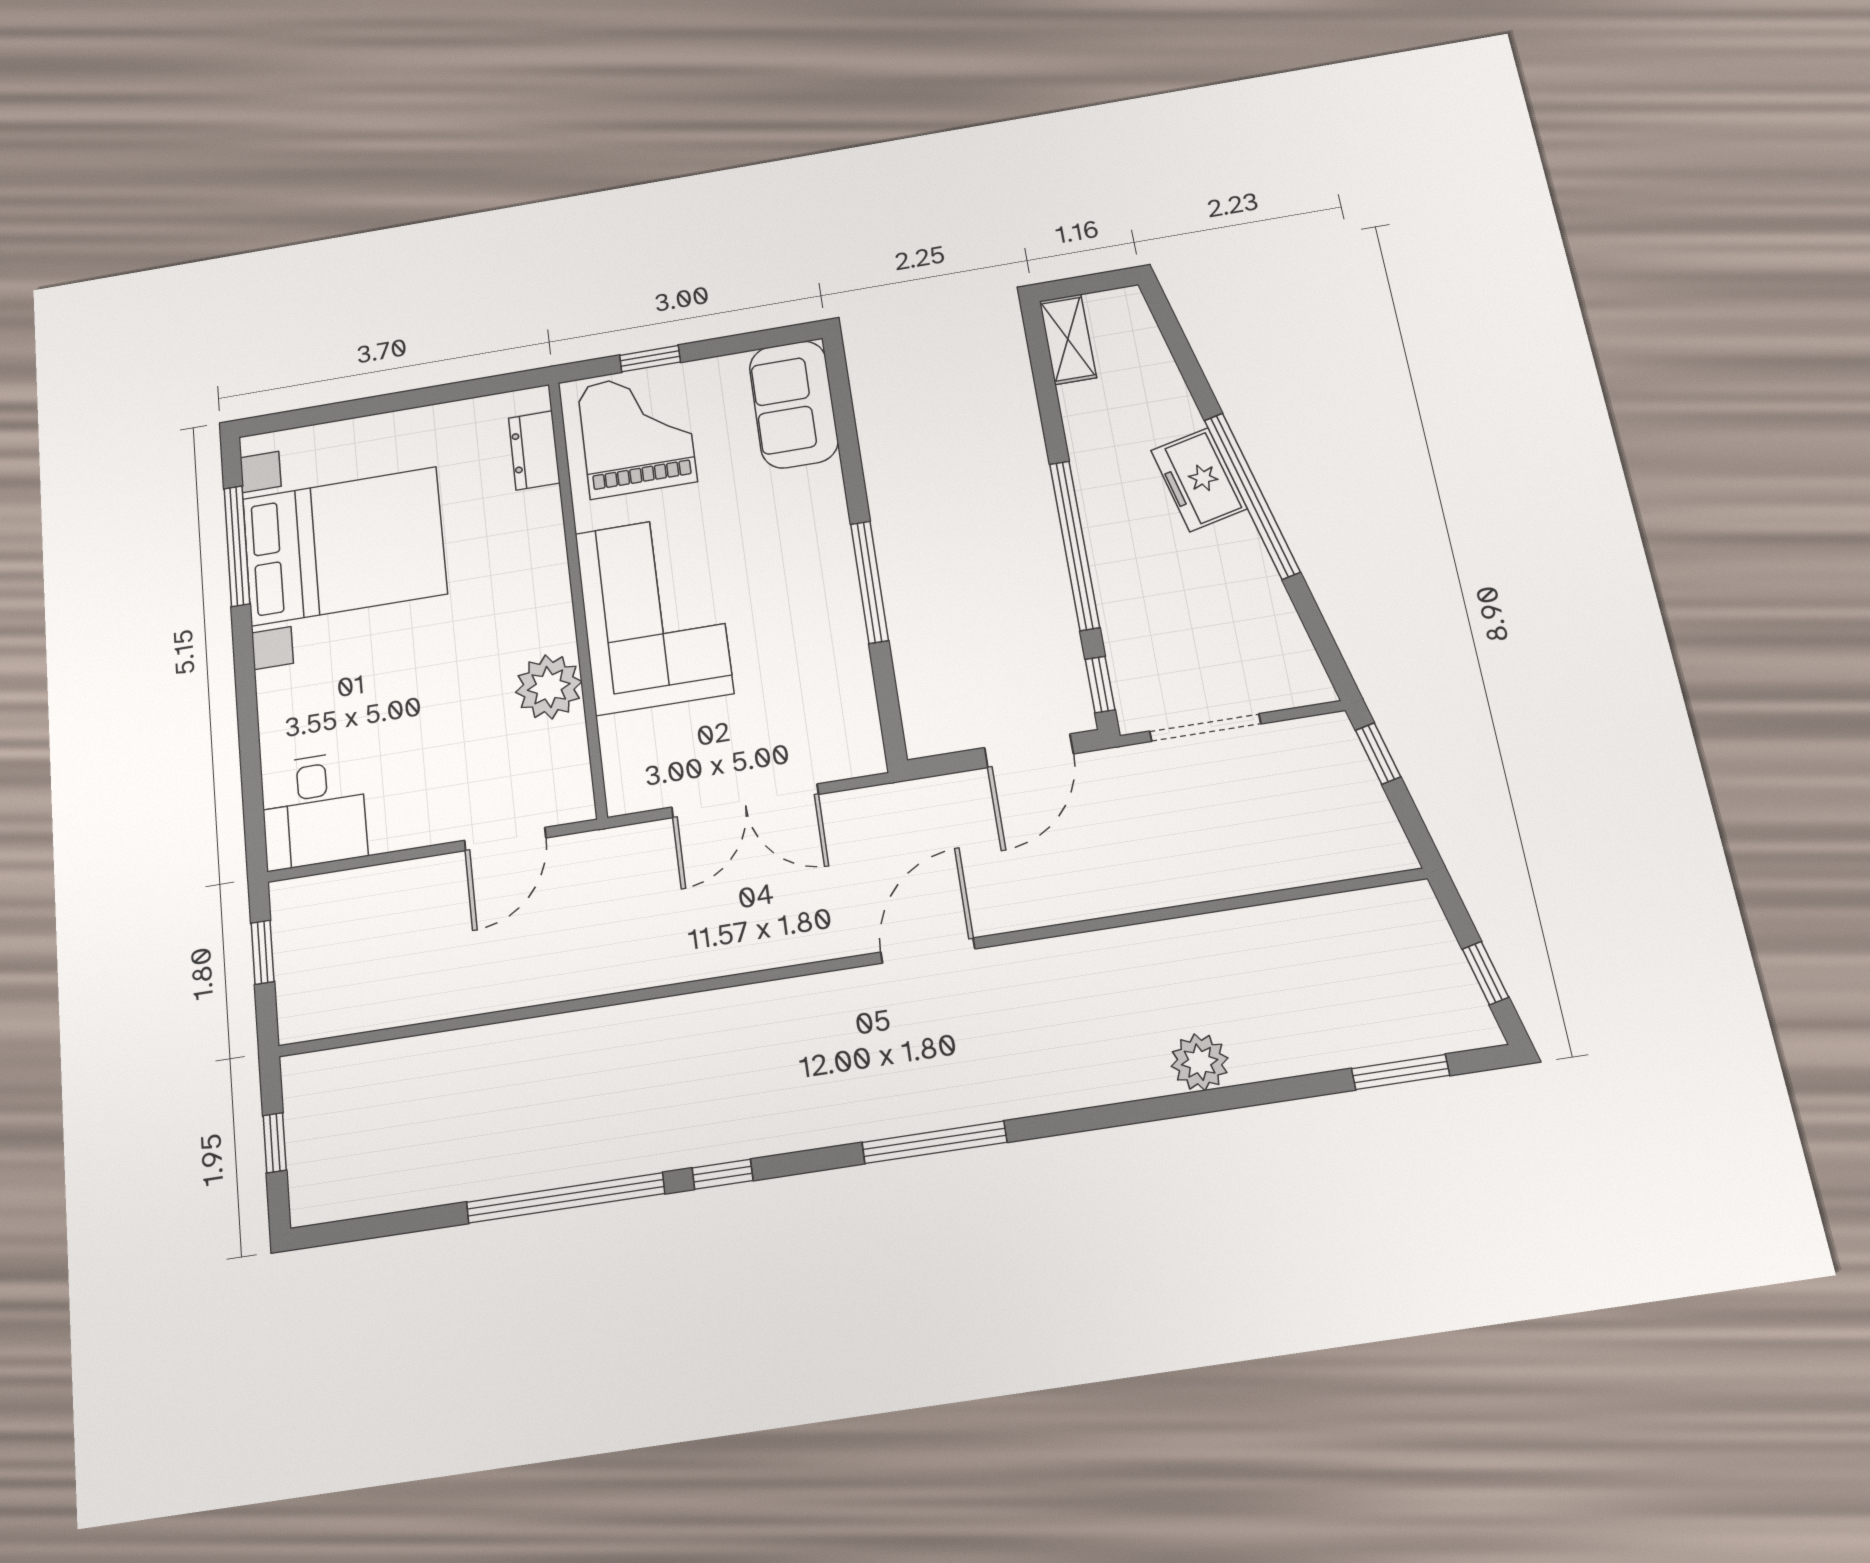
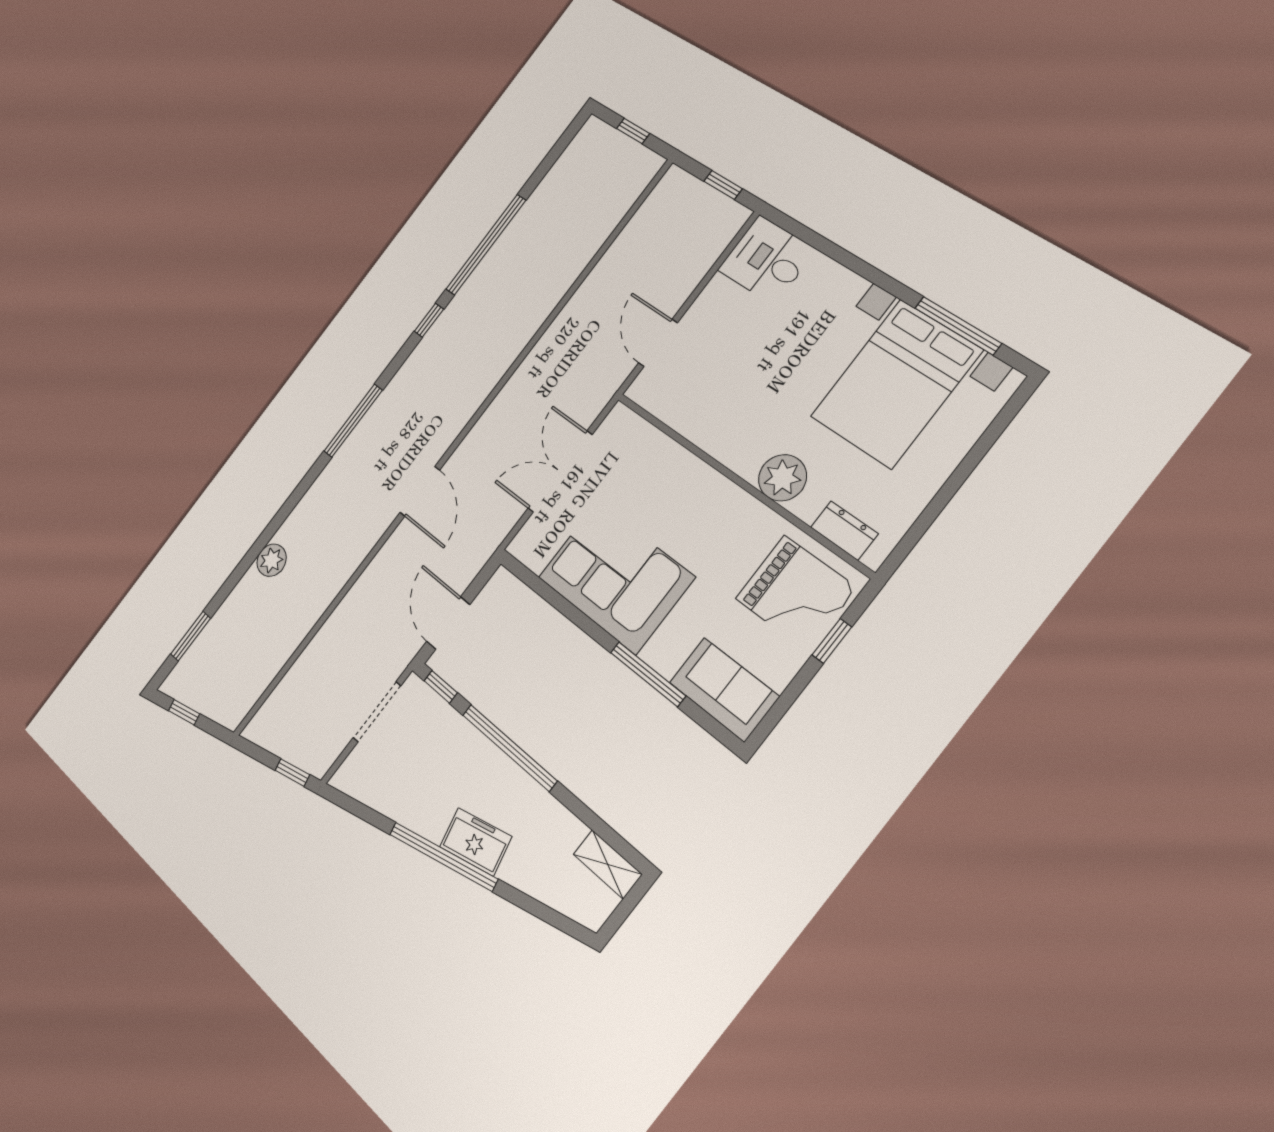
window: (869, 582) -> (648, 674), moved
corner sofa: (654, 613) -> (616, 577), moved, turned 180
plant: (549, 687) -> (782, 478), moved

